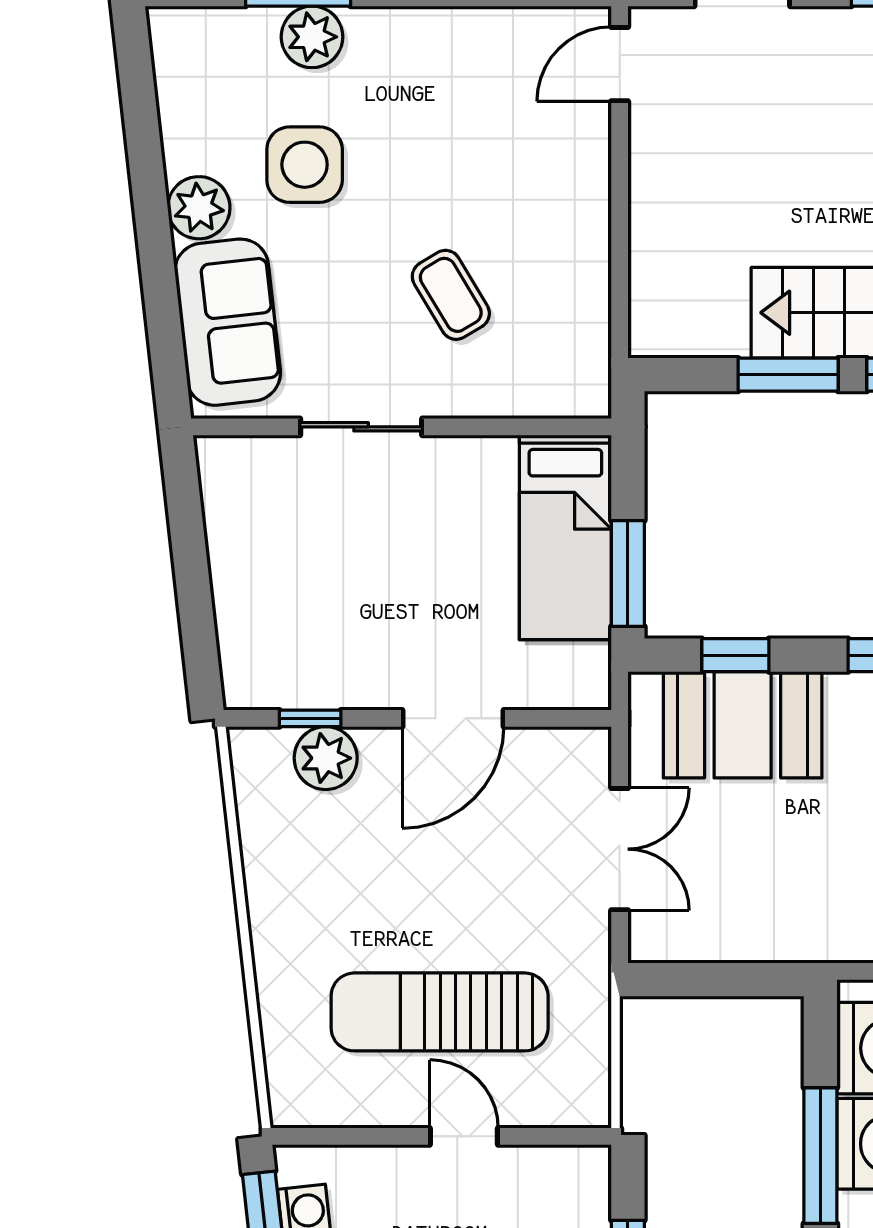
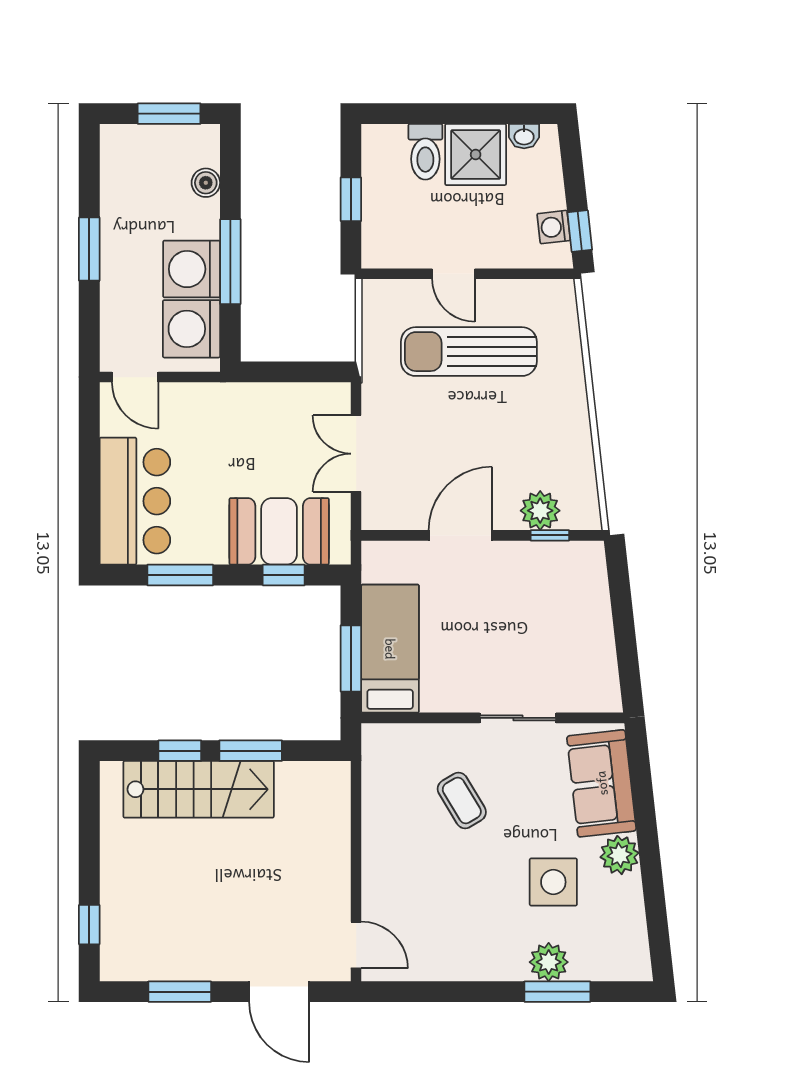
door: (620, 64) -> (356, 945), hinge flipped
window: (628, 574) -> (351, 658), moved
sun lounger: (440, 1012) -> (469, 352), turned 180

